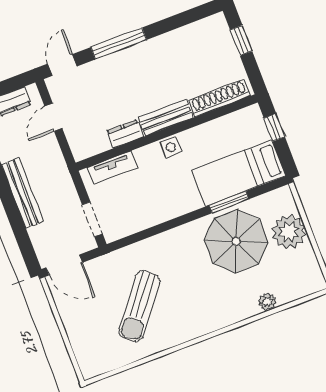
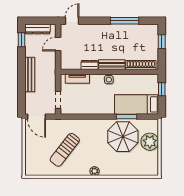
window: (119, 43) -> (125, 21), moved
plant: (267, 302) -> (95, 171), moved

